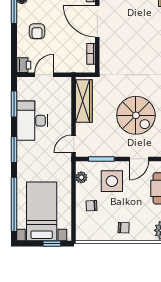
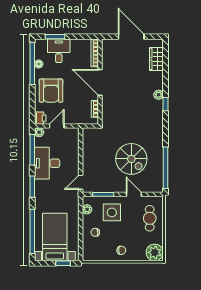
armchair: (37, 31) -> (51, 91), width x1.88, depth x1.88
plant: (22, 83) -> (39, 132), added
wardrobe: (84, 101) -> (89, 147), removed
window: (14, 104) -> (32, 150), width x1.44
door: (139, 159) -> (134, 194), swing flipped

